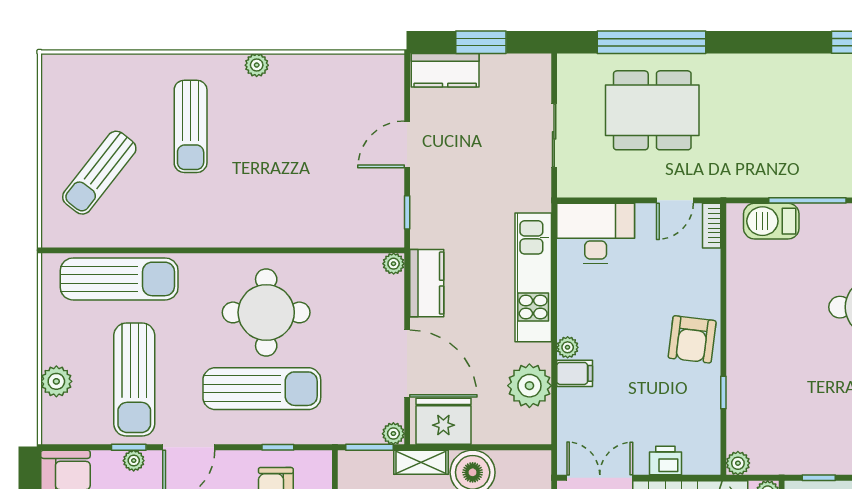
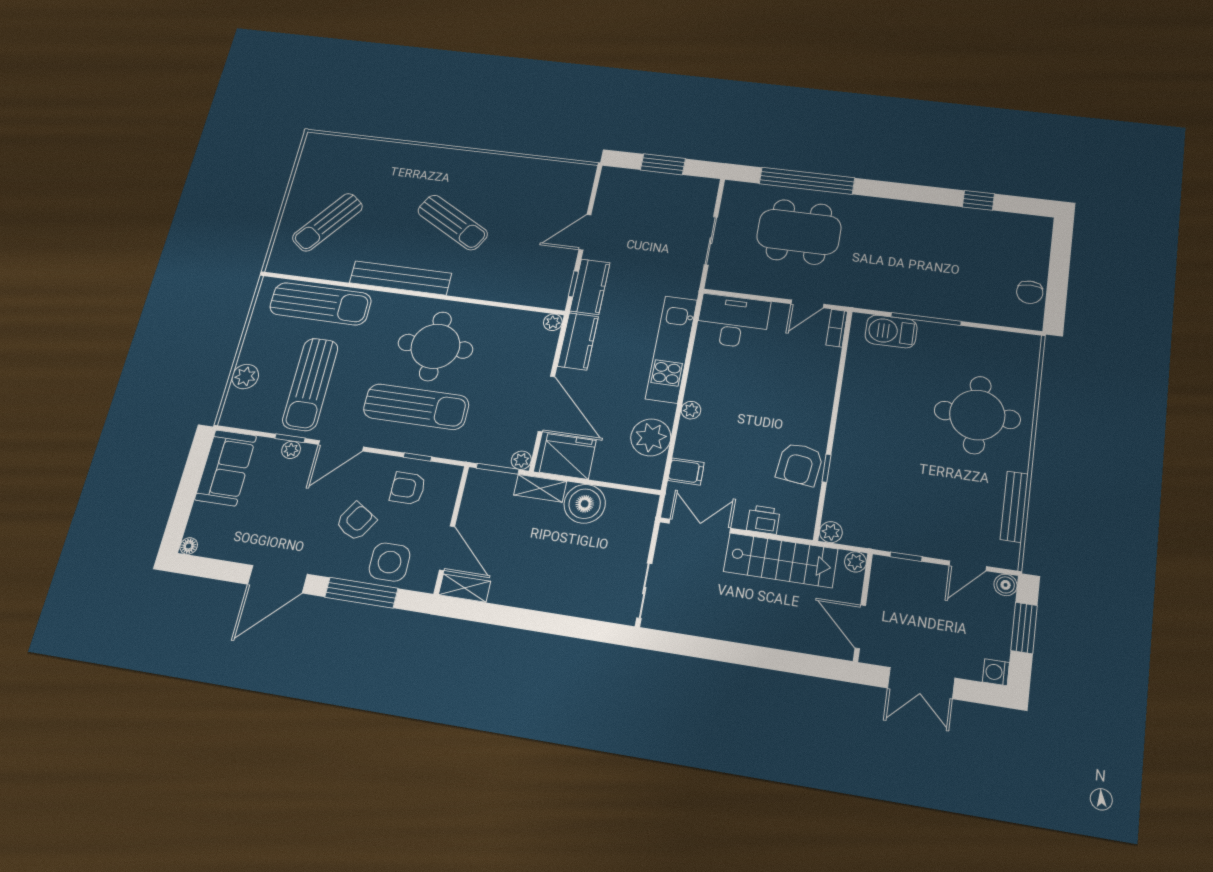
plant: (257, 65) -> (475, 160), removed
kitchen counter: (445, 70) -> (590, 287), moved, turned -90
sun lounger: (191, 126) -> (453, 222), moved, turned -61
bench: (205, 233) -> (400, 278), added
armchair: (692, 339) -> (800, 464), moved
filing cabinet: (575, 373) -> (686, 472), moved

